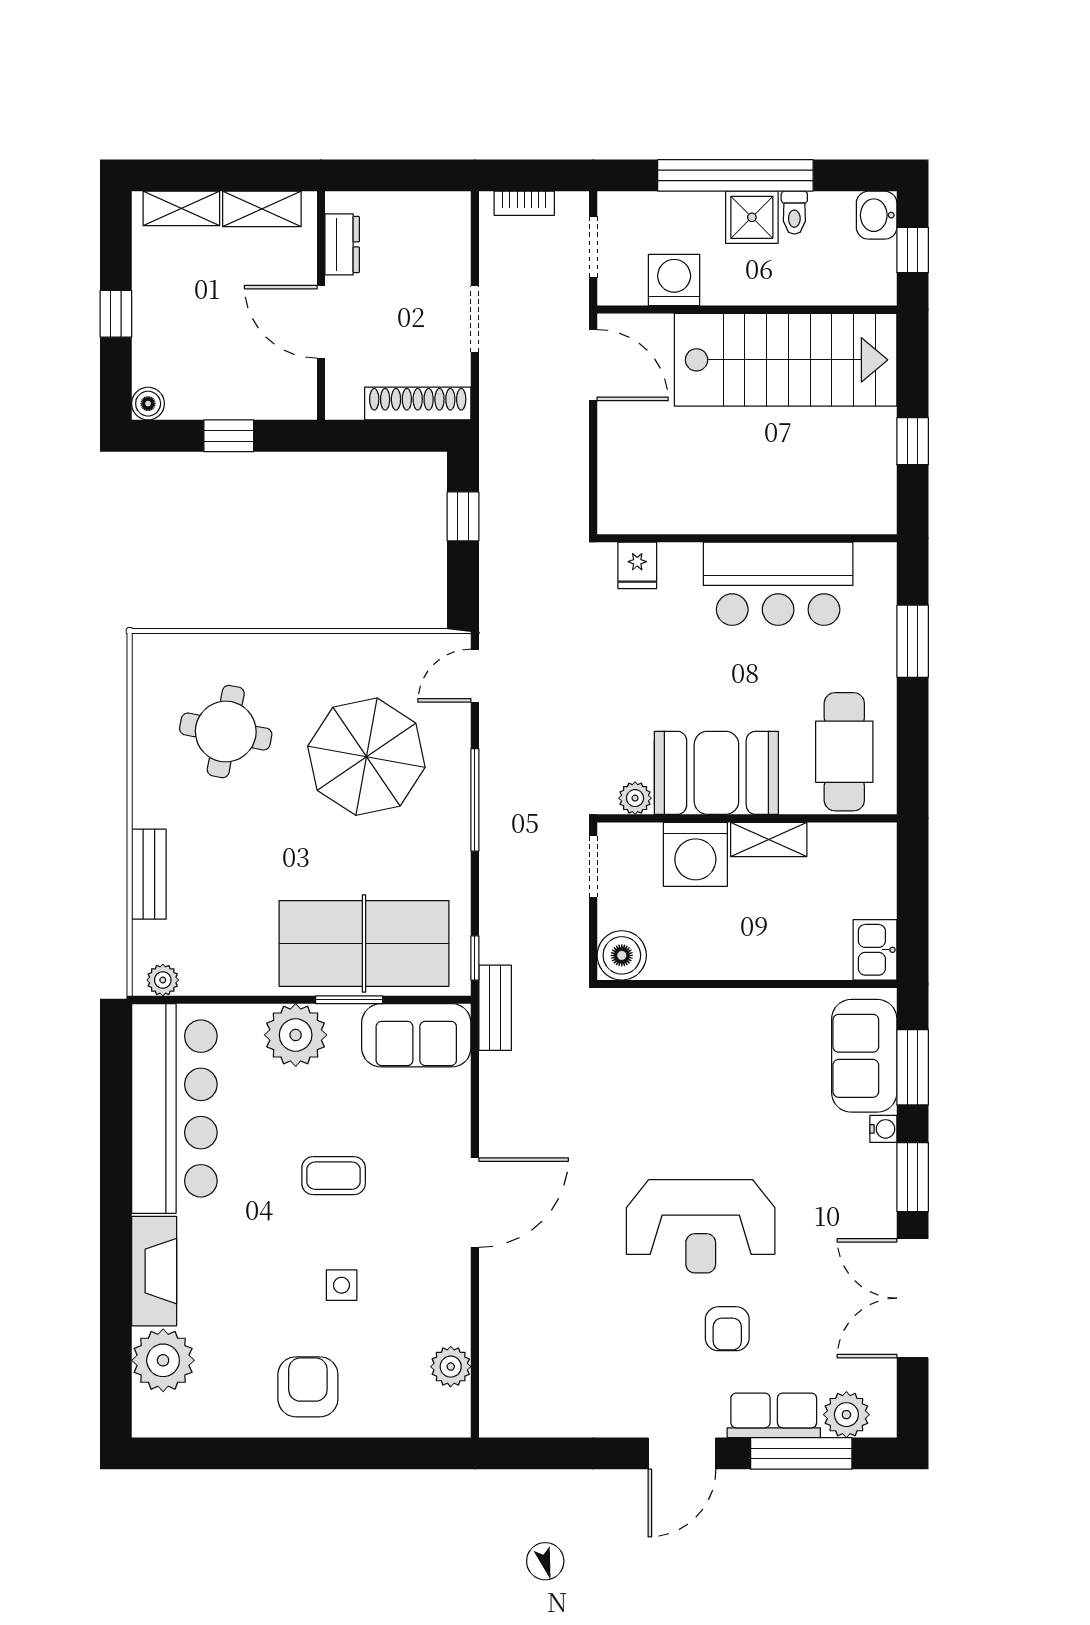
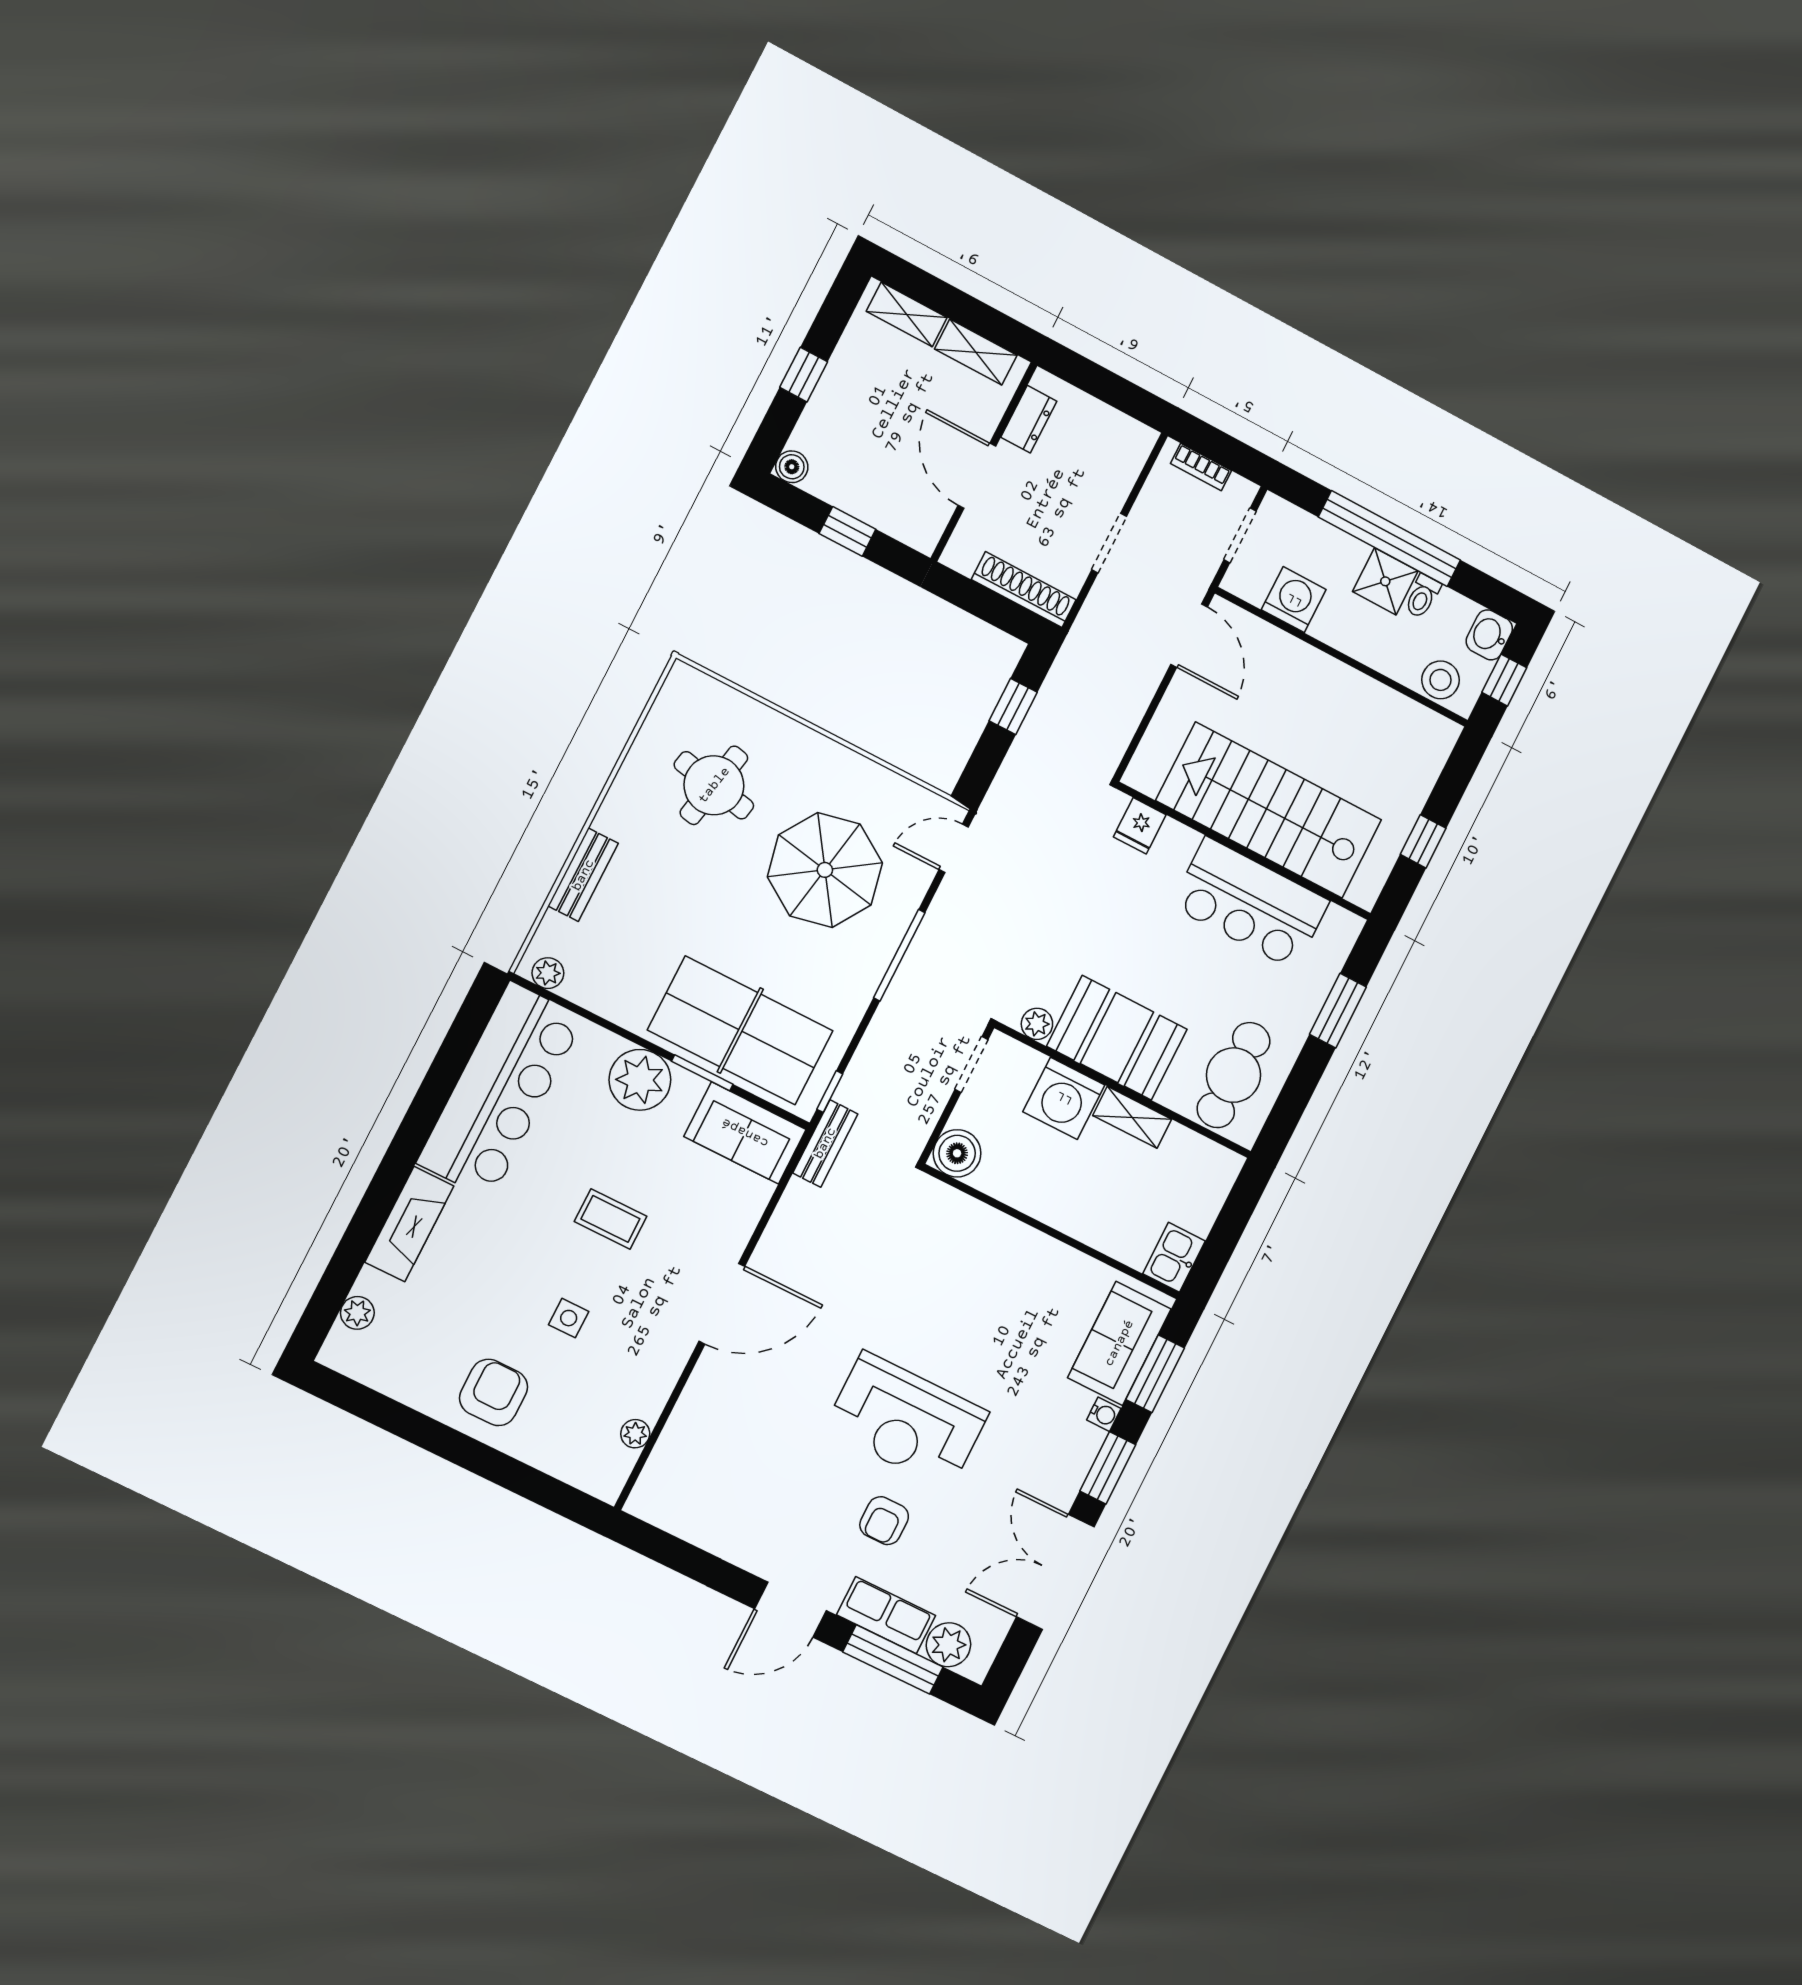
stool: (852, 282) -> (1441, 680), added
stairs: (786, 360) -> (1269, 810), moved, turned 180
plant: (163, 1360) -> (357, 1313), width x0.53, depth x0.53
plant: (451, 1367) -> (635, 1434), width x0.73, depth x0.73

